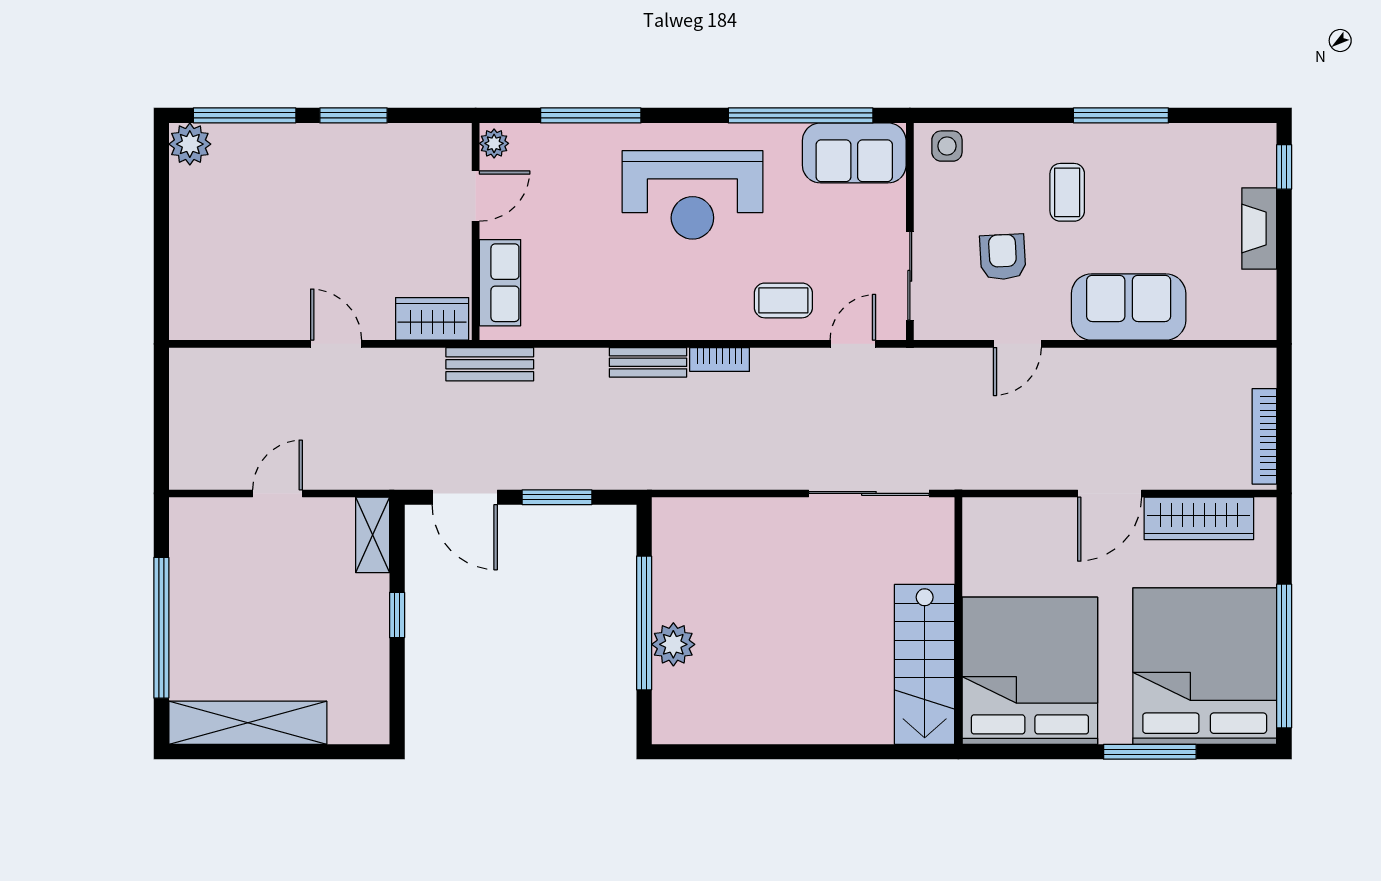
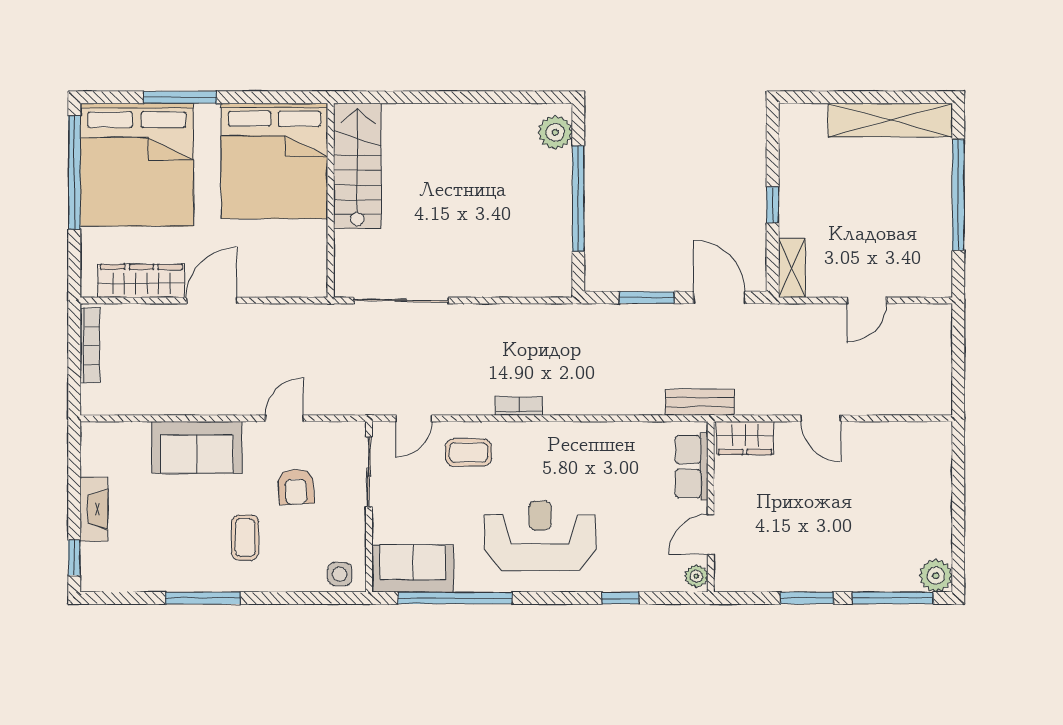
window: (591, 115) -> (620, 598), width x0.46
bench: (648, 362) -> (575, 404), removed
plant: (673, 644) -> (555, 132), moved

